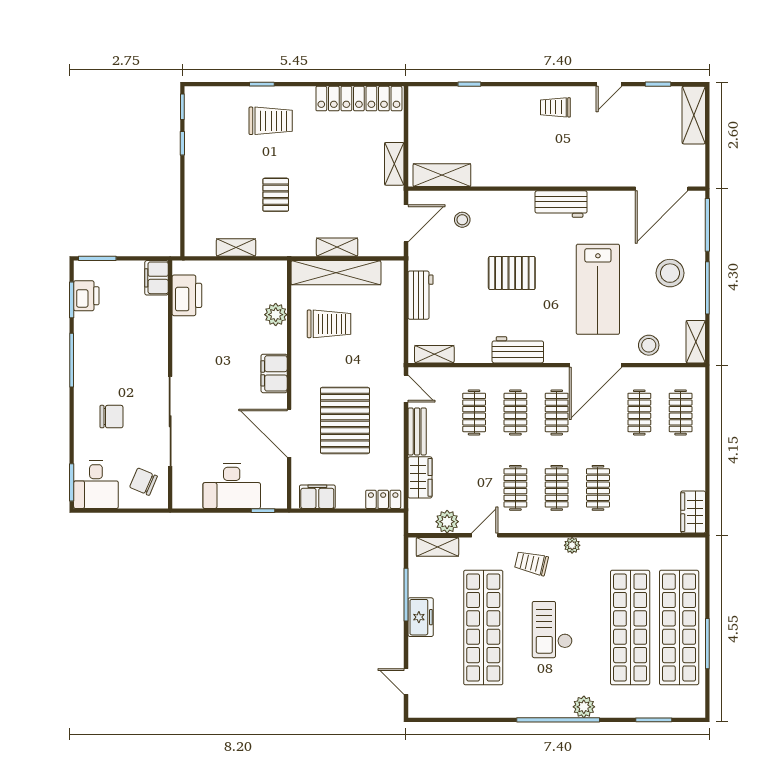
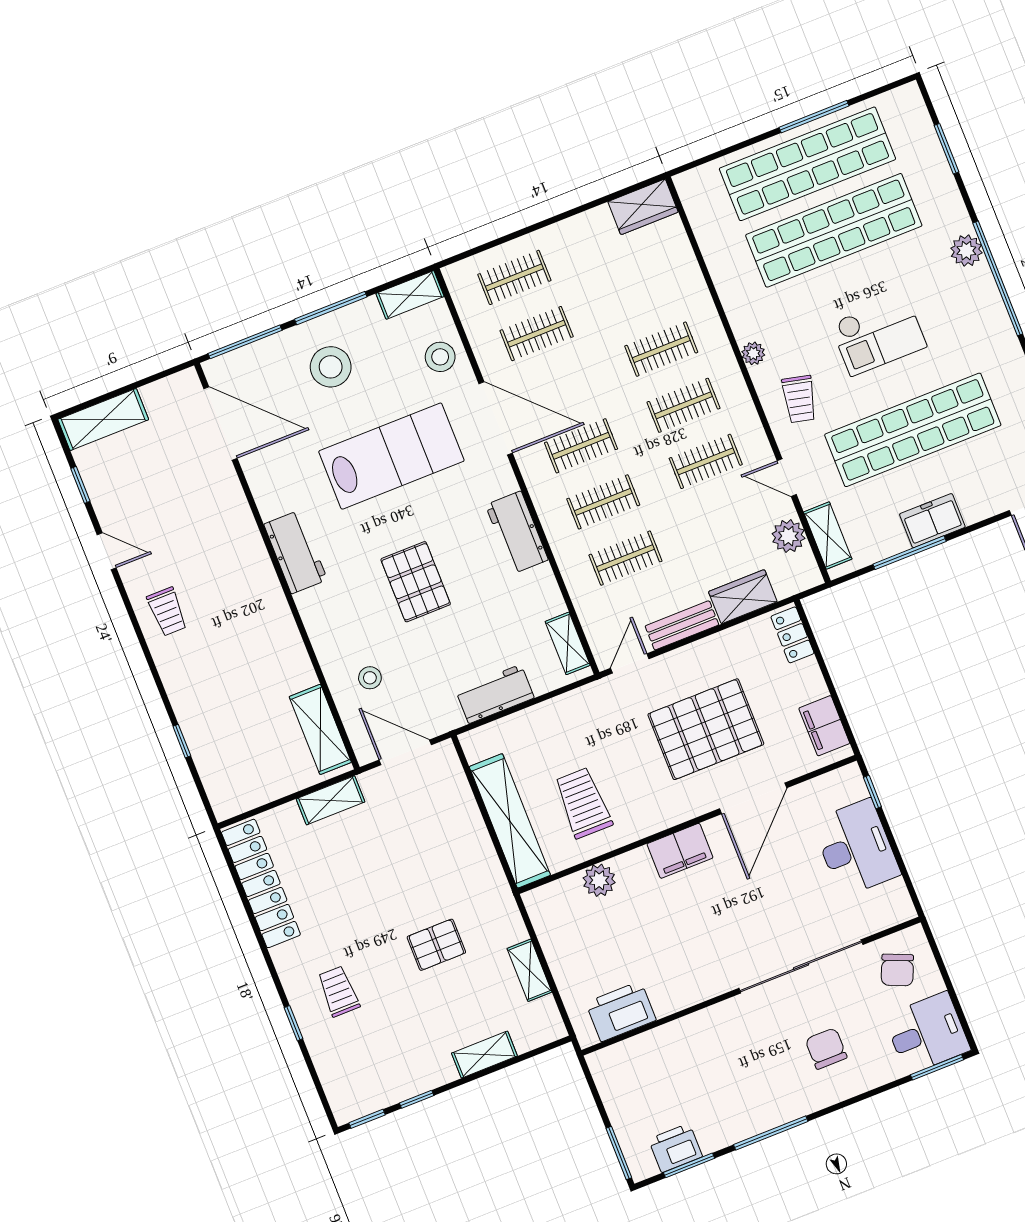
trolley: (271, 121) -> (339, 991), width x0.73, depth x0.72
shelving: (337, 247) -> (484, 1055), moved, turned 90
filing cabinet: (157, 278) -> (613, 1062), removed

